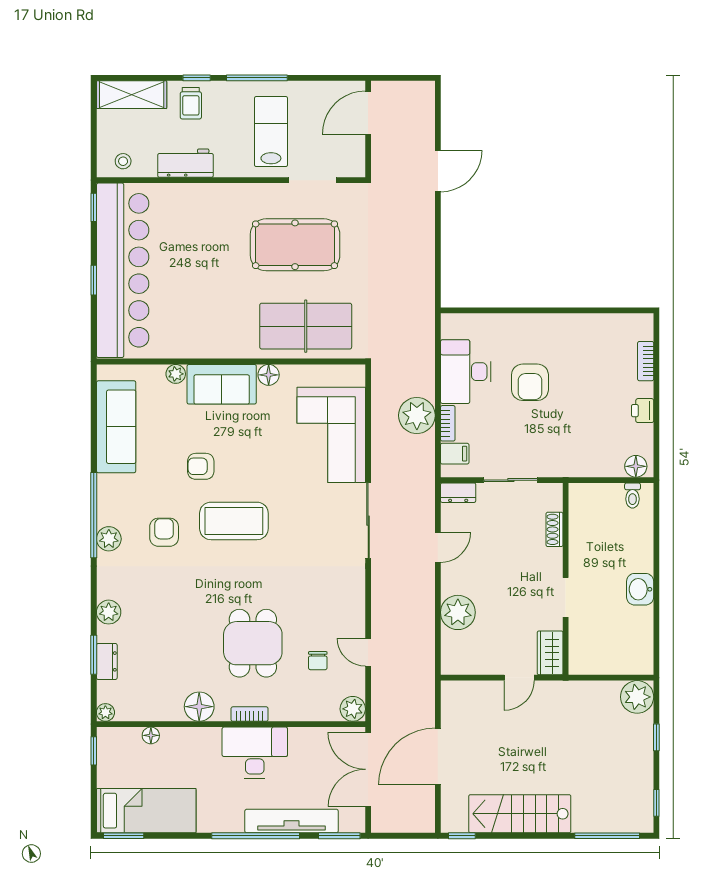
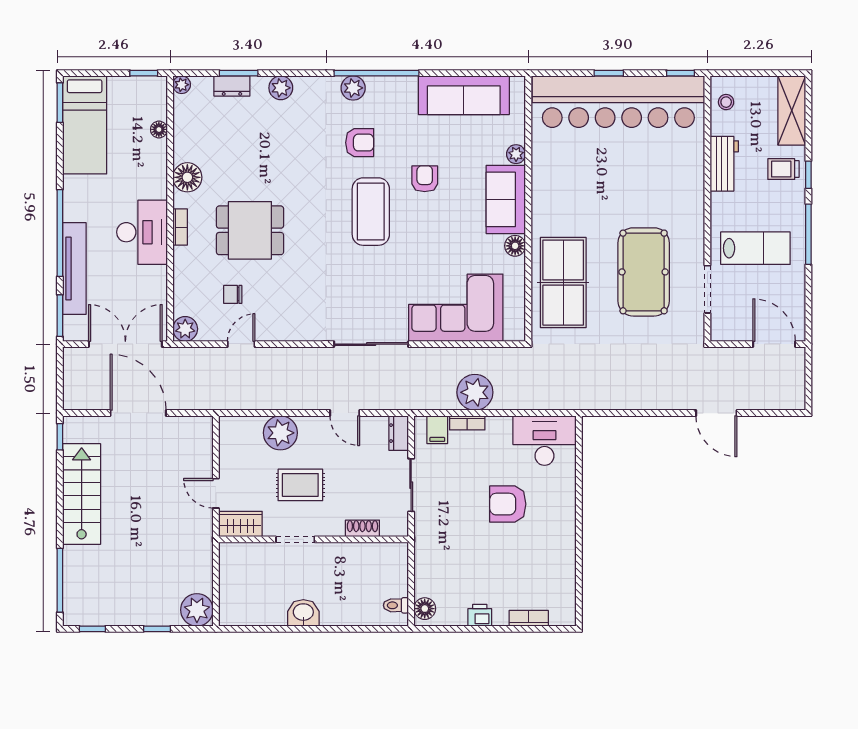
desk: (466, 372) -> (544, 441), moved
rug: (511, 592) -> (300, 485), added

